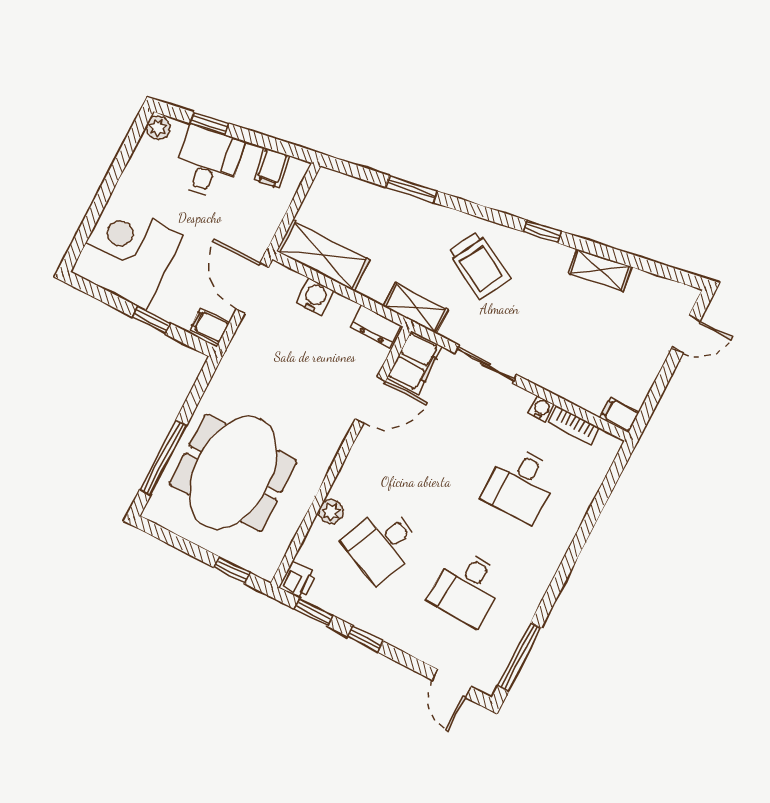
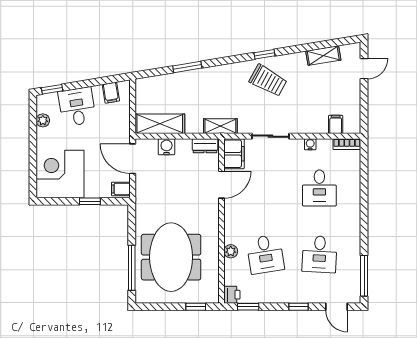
window: (209, 123) -> (52, 89), moved
plant: (158, 128) -> (43, 120), moved
trolley: (479, 265) -> (268, 80), moved
shelving: (600, 270) -> (323, 56), moved
filing cabinet: (620, 415) -> (336, 124), moved, turned 90
bookcase: (574, 425) -> (347, 144), moved
desk: (383, 544) -> (265, 254), turned -33
window: (366, 639) -> (299, 307), moved

